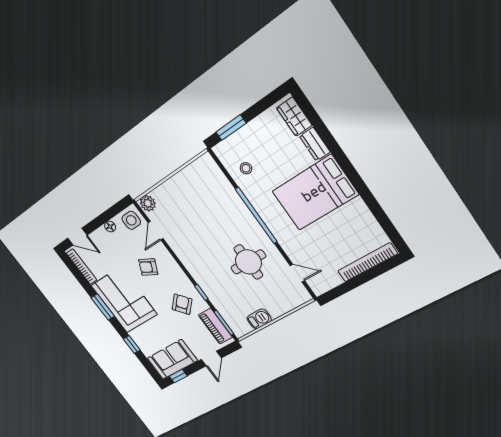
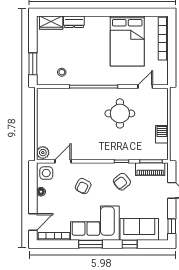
bed: (315, 193) -> (127, 41), moved
door: (156, 231) -> (63, 161), swing flipped
armchair: (182, 304) -> (122, 182), turned -86
sofa: (172, 359) -> (139, 229), moved, turned 90

